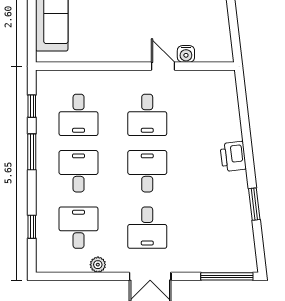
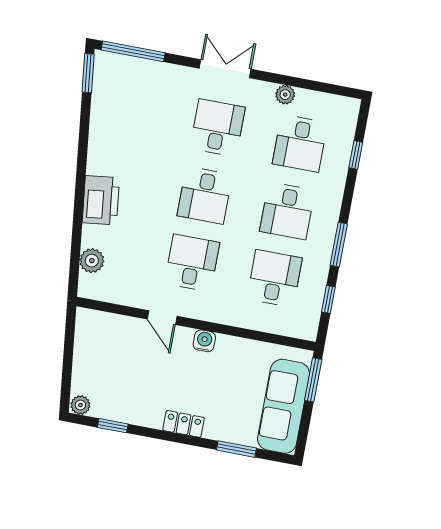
window: (32, 39) -> (313, 380), added
water cooler: (186, 54) -> (204, 341), moved
plant: (228, 101) -> (92, 261), added
printer: (233, 156) -> (101, 200), width x1.37, depth x1.19
window: (254, 204) -> (88, 73), moved

